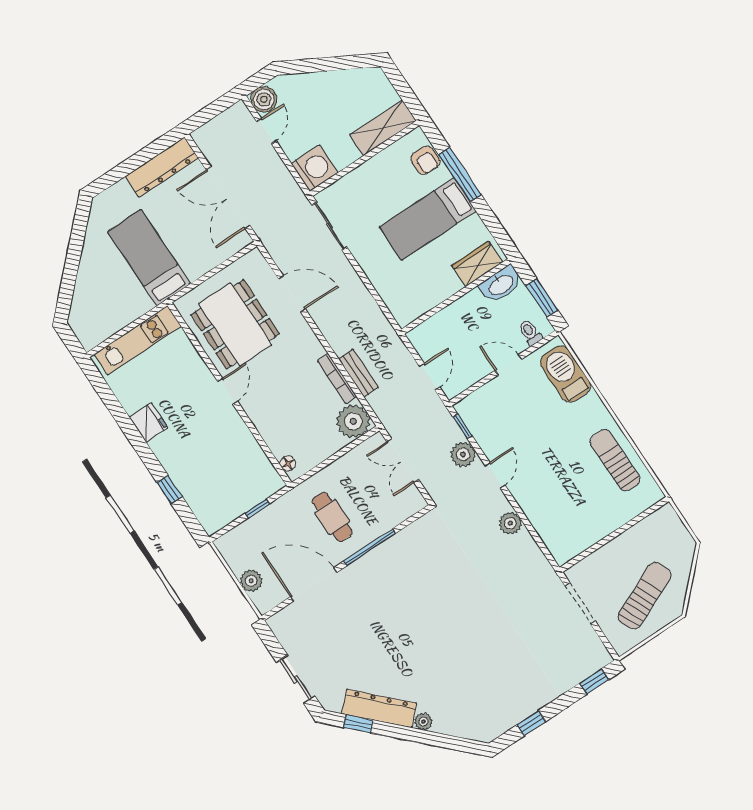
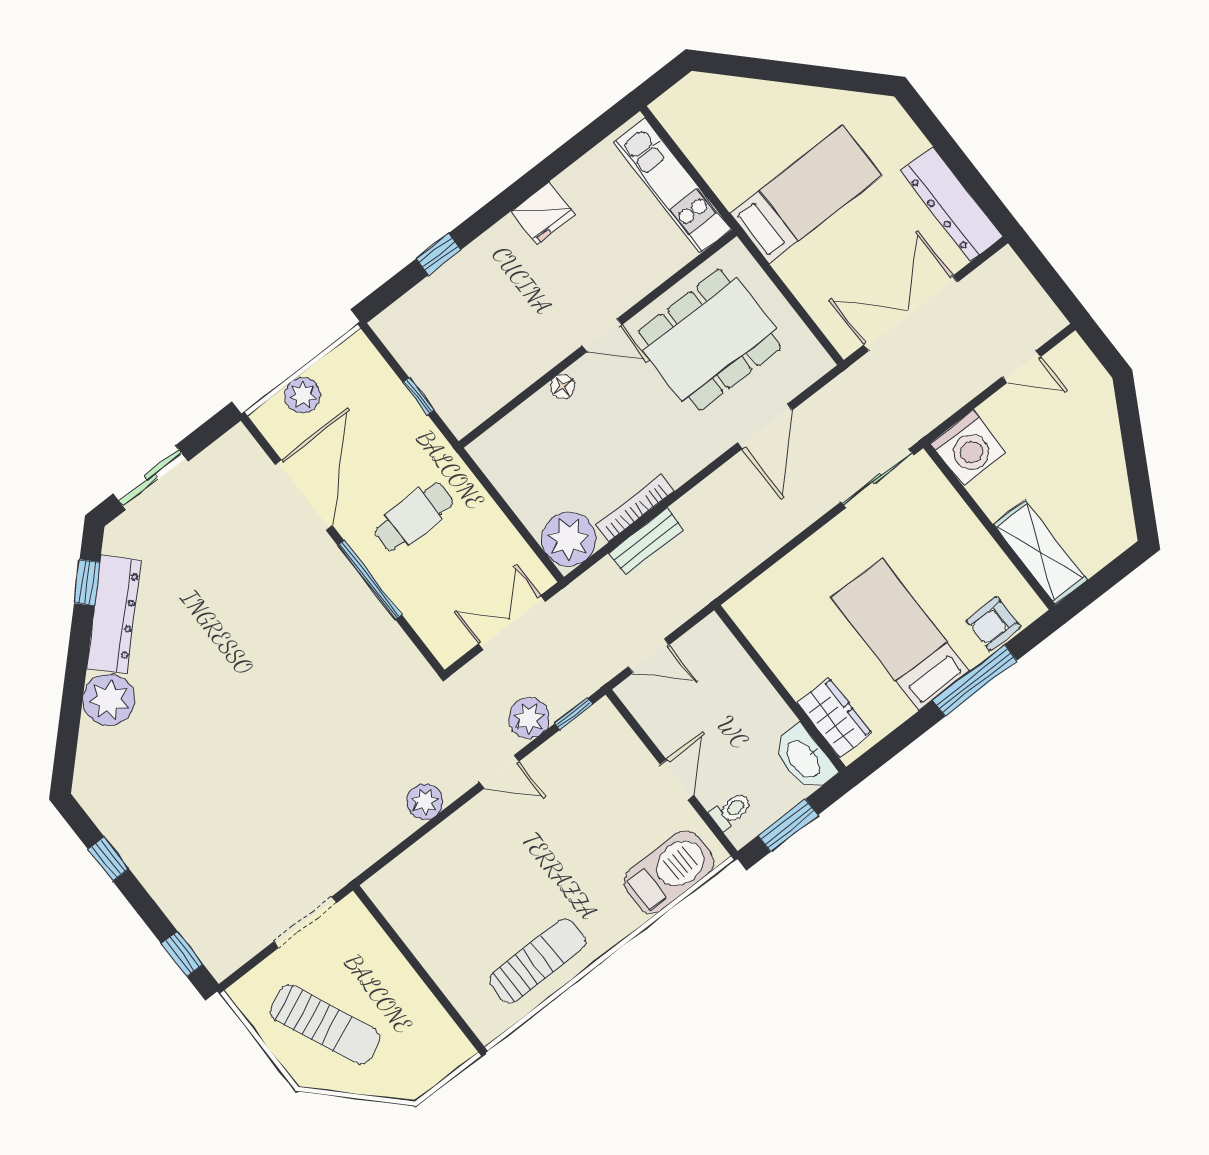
boiler: (264, 99) -> (1072, 359), removed
floor lamp: (288, 464) -> (563, 387), moved
plant: (423, 722) -> (109, 700), width x1.88, depth x1.88

